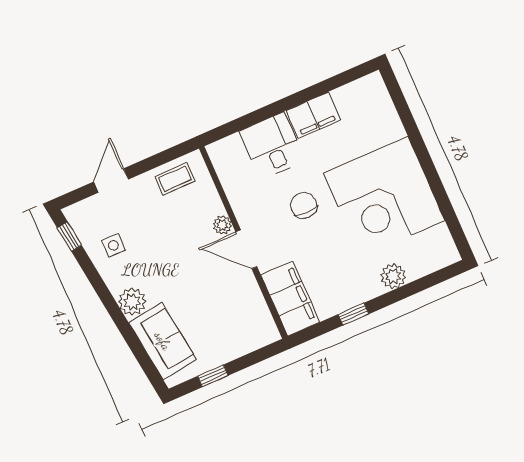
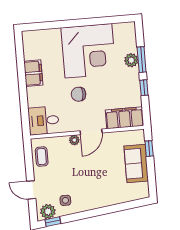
desk: (272, 146) -> (44, 121), moved
window: (400, 294) -> (142, 60), added
plant: (132, 302) -> (48, 212), moved
sofa: (163, 341) -> (136, 163), moved, turned -83
window: (213, 376) -> (149, 149), moved

